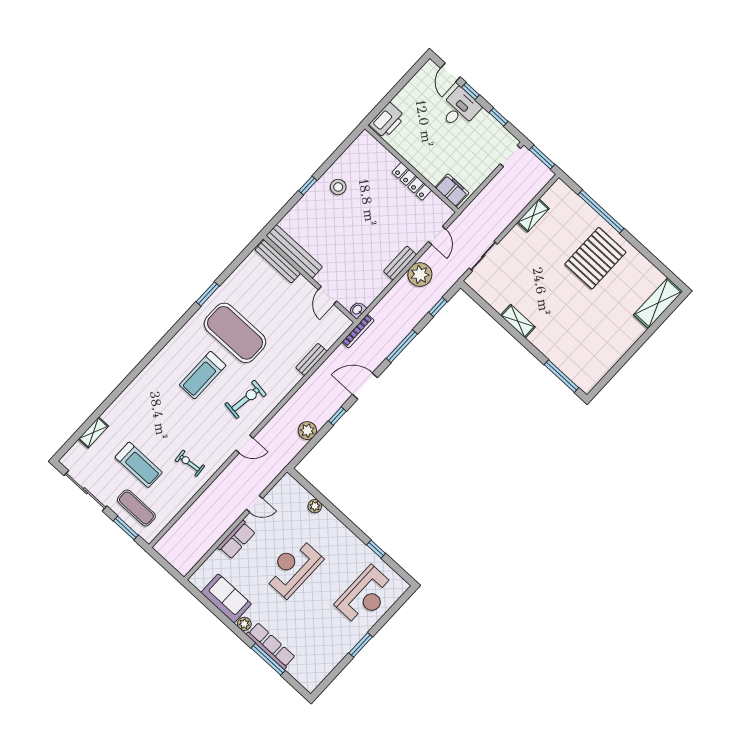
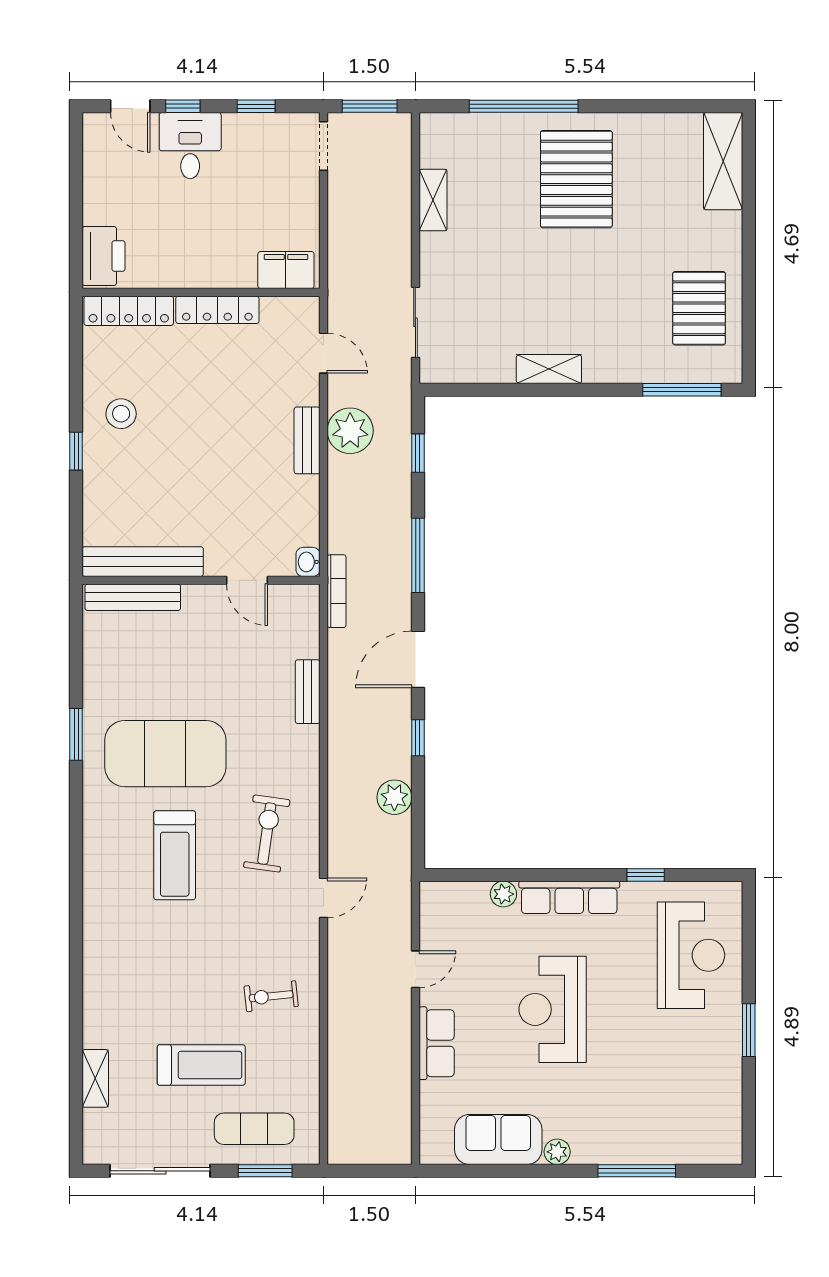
locker: (377, 150) -> (129, 311), added
pallet: (597, 351) -> (699, 308), added
row of seats: (271, 646) -> (569, 897), moved, turned 180

